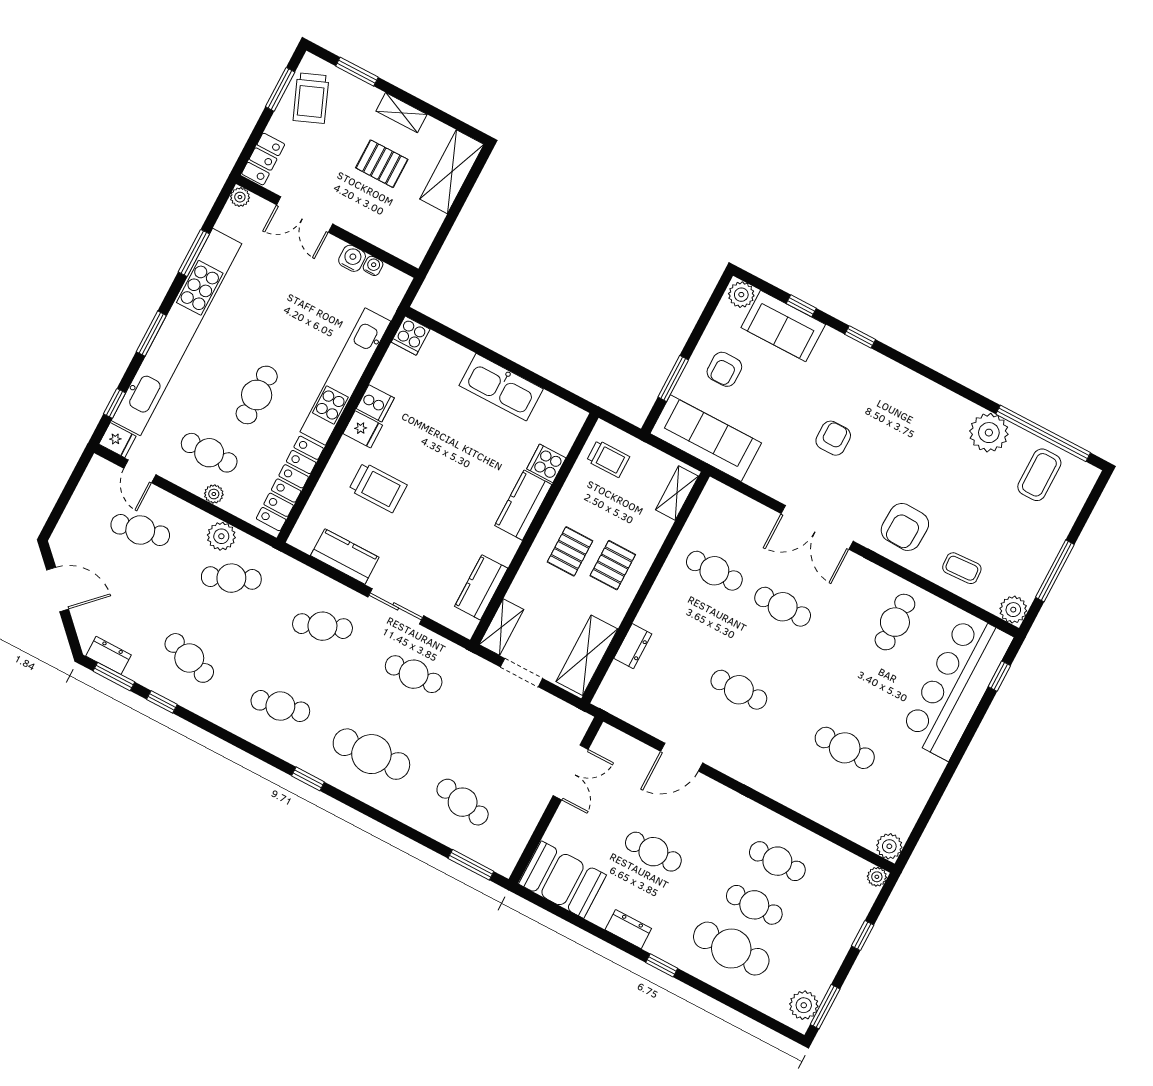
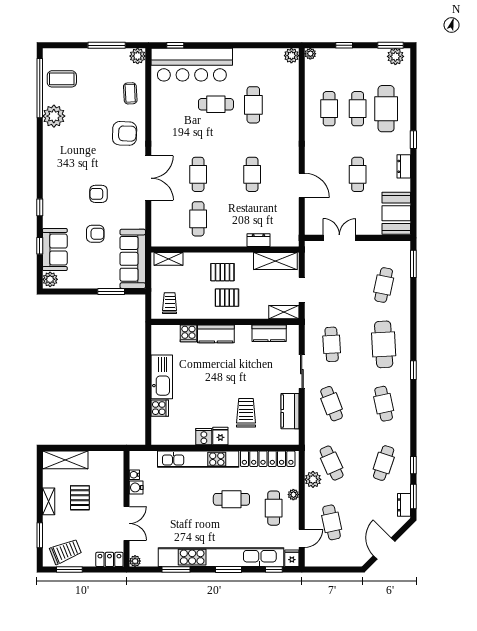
cooker: (411, 336) -> (160, 408), moved
armchair: (724, 369) -> (95, 234), moved
cafe table: (895, 622) -> (216, 104), moved

